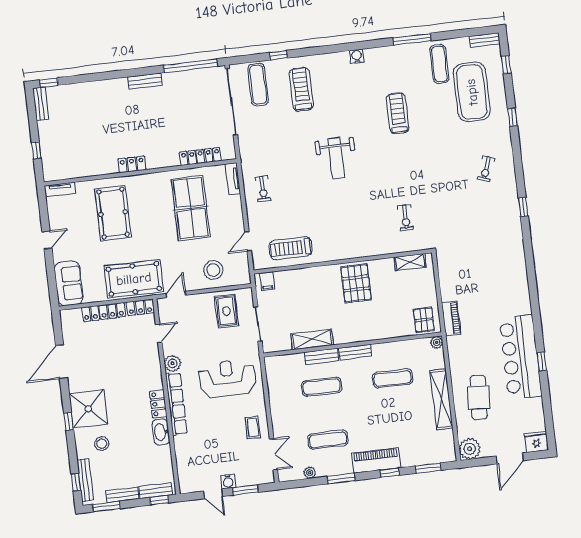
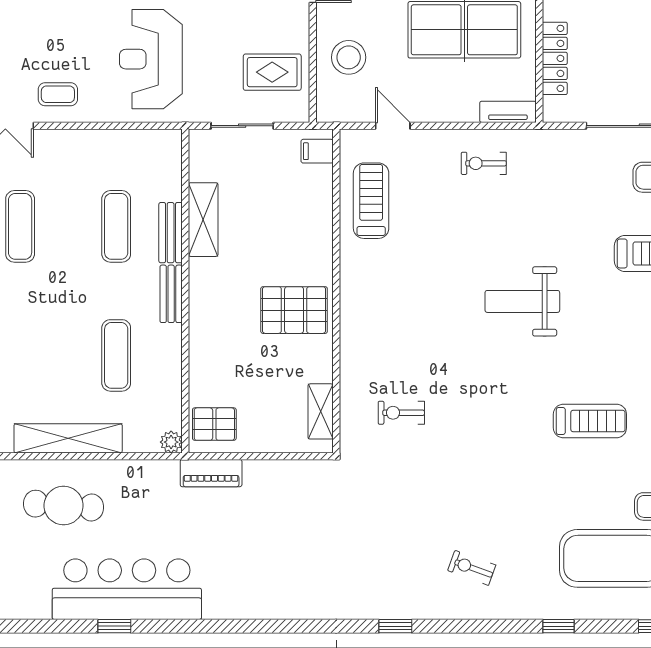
reception desk: (227, 379) -> (151, 59), turned 180

